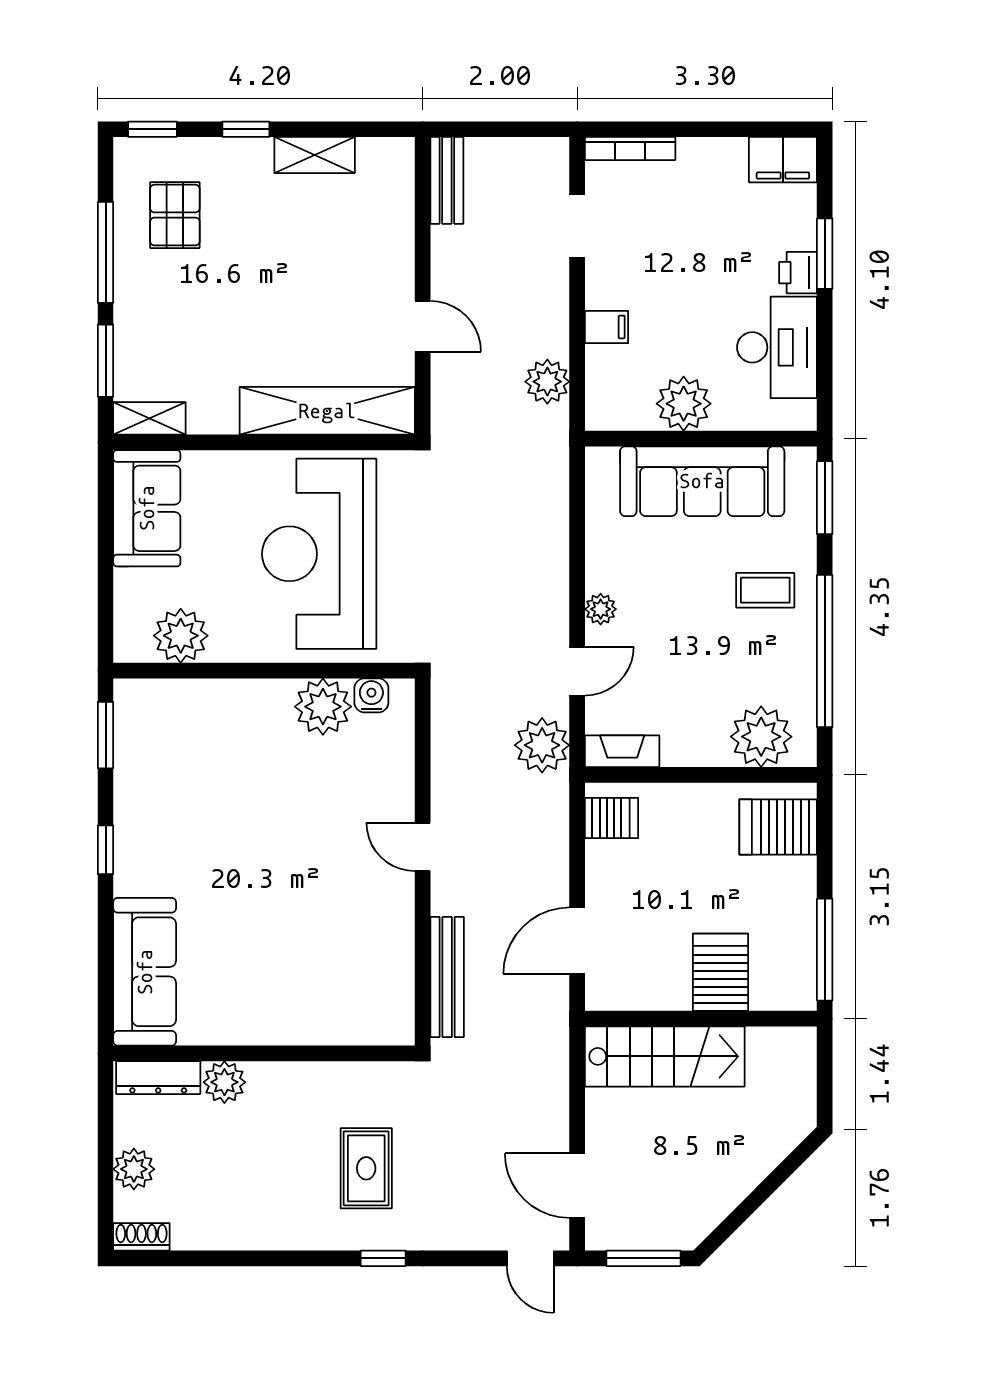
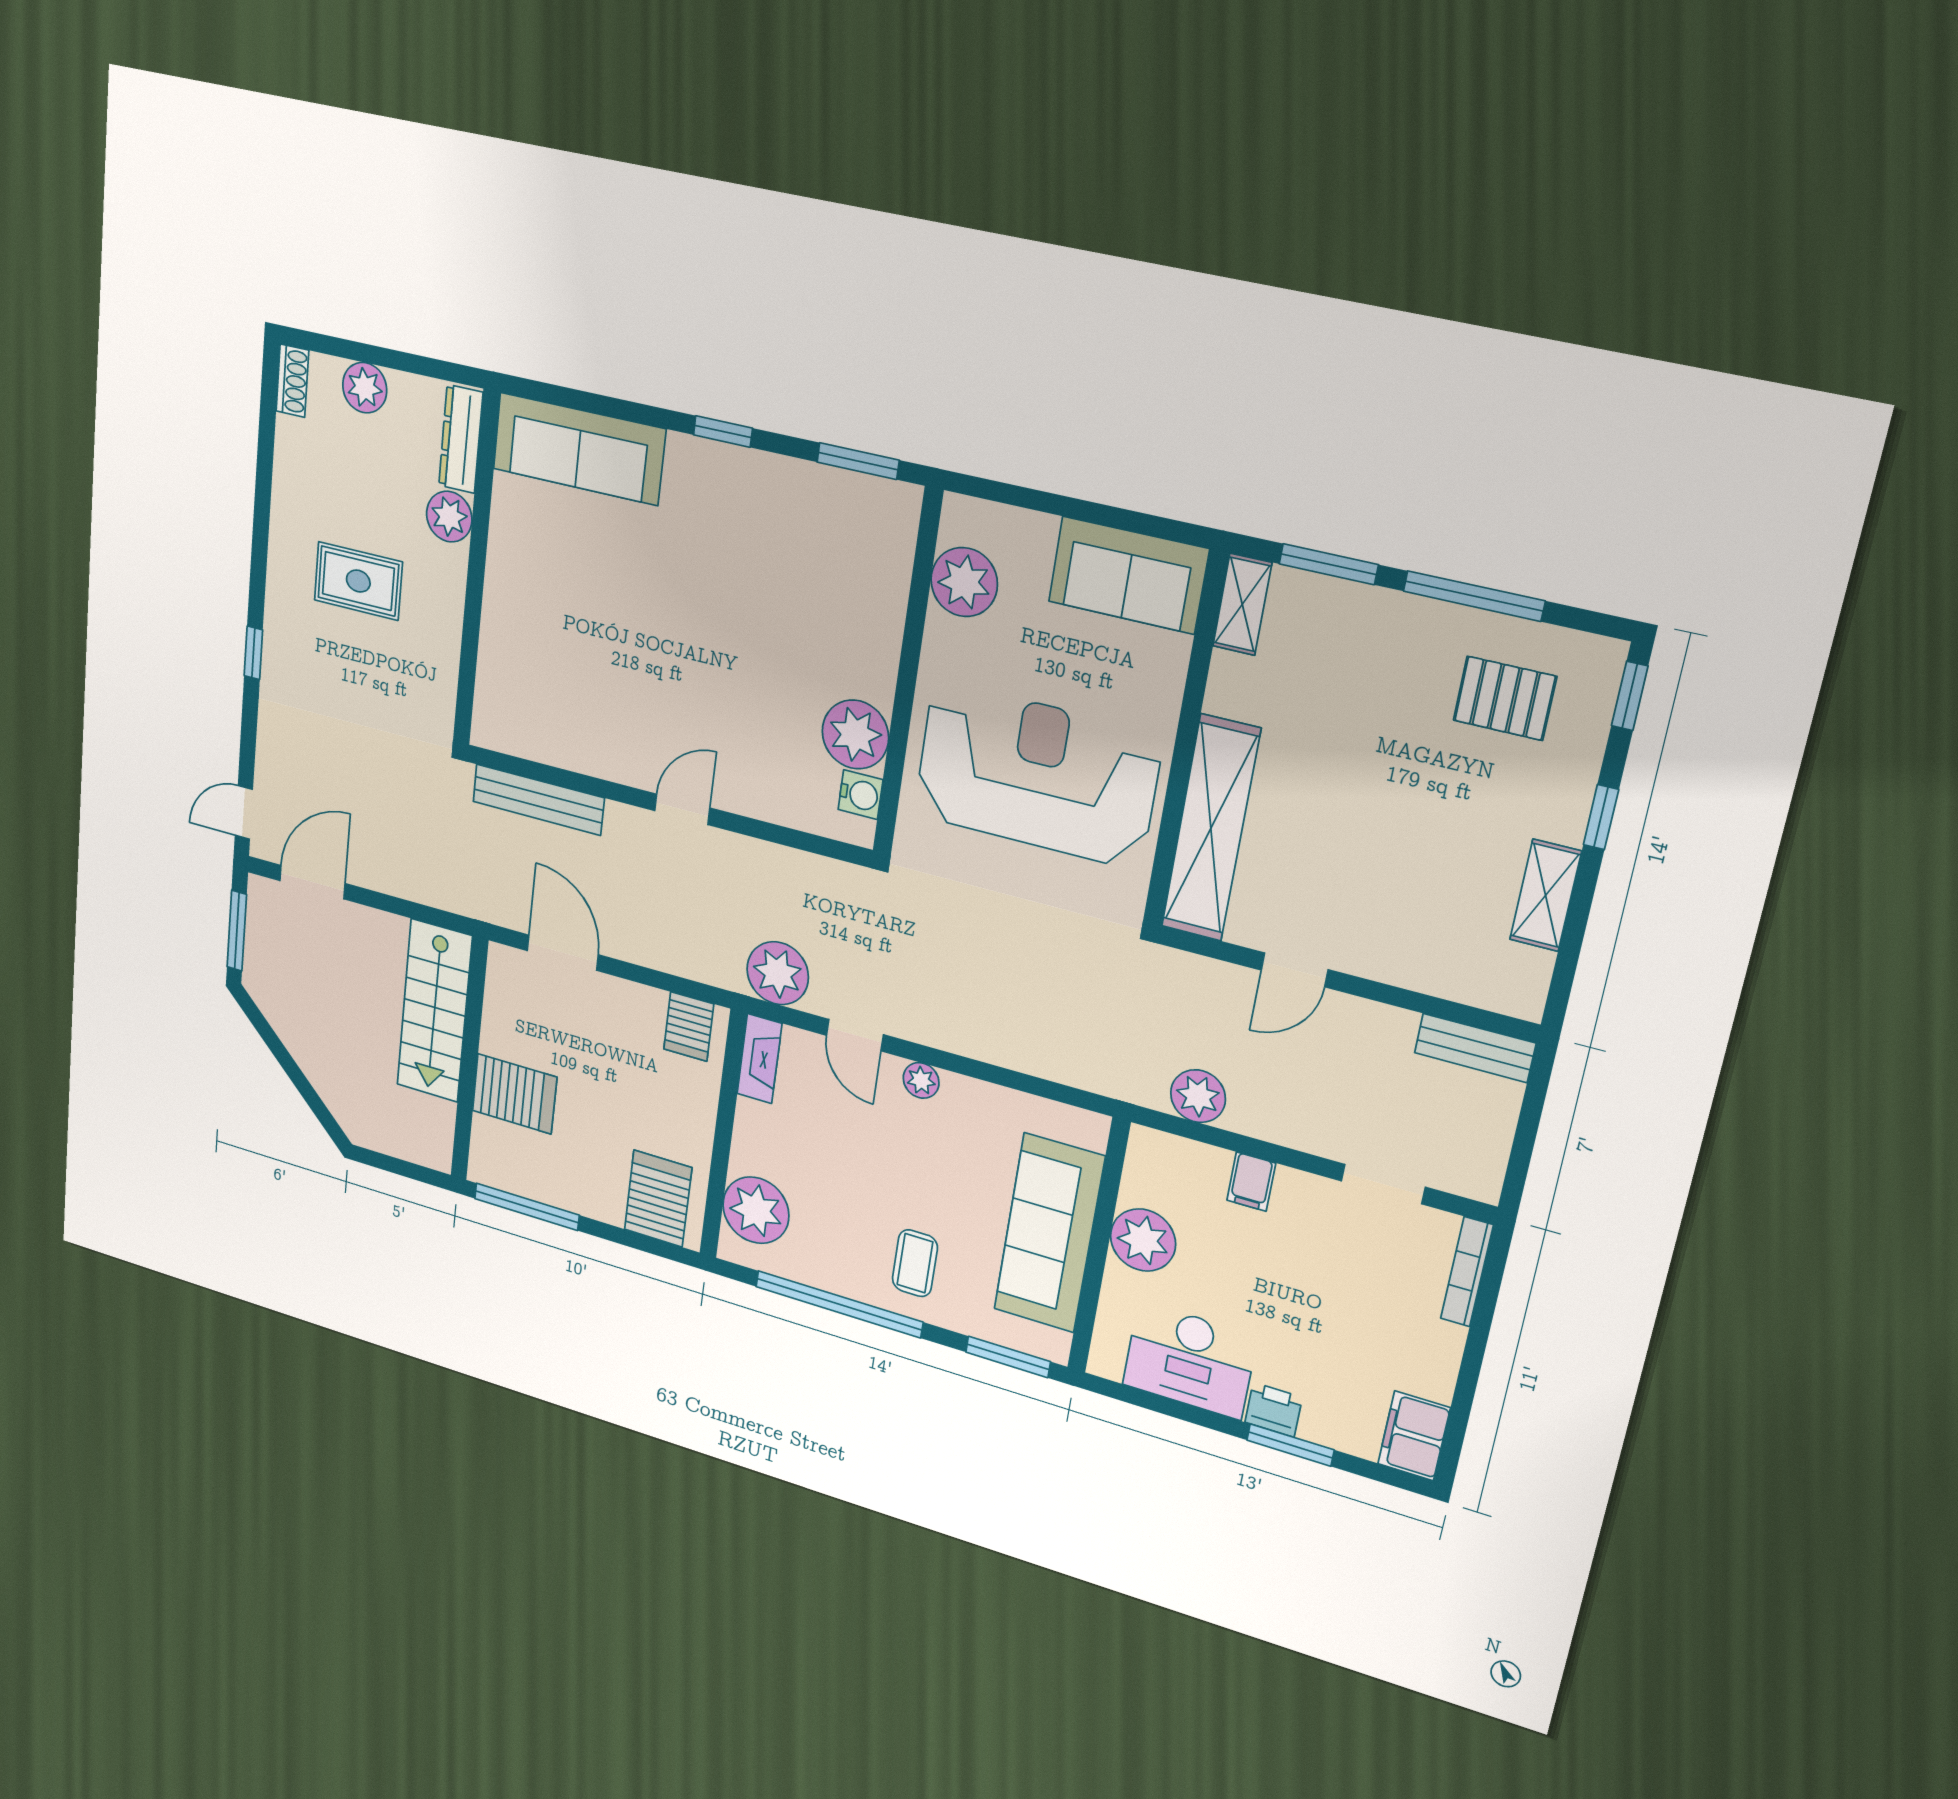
rug: (366, 1168) -> (358, 581), moved

